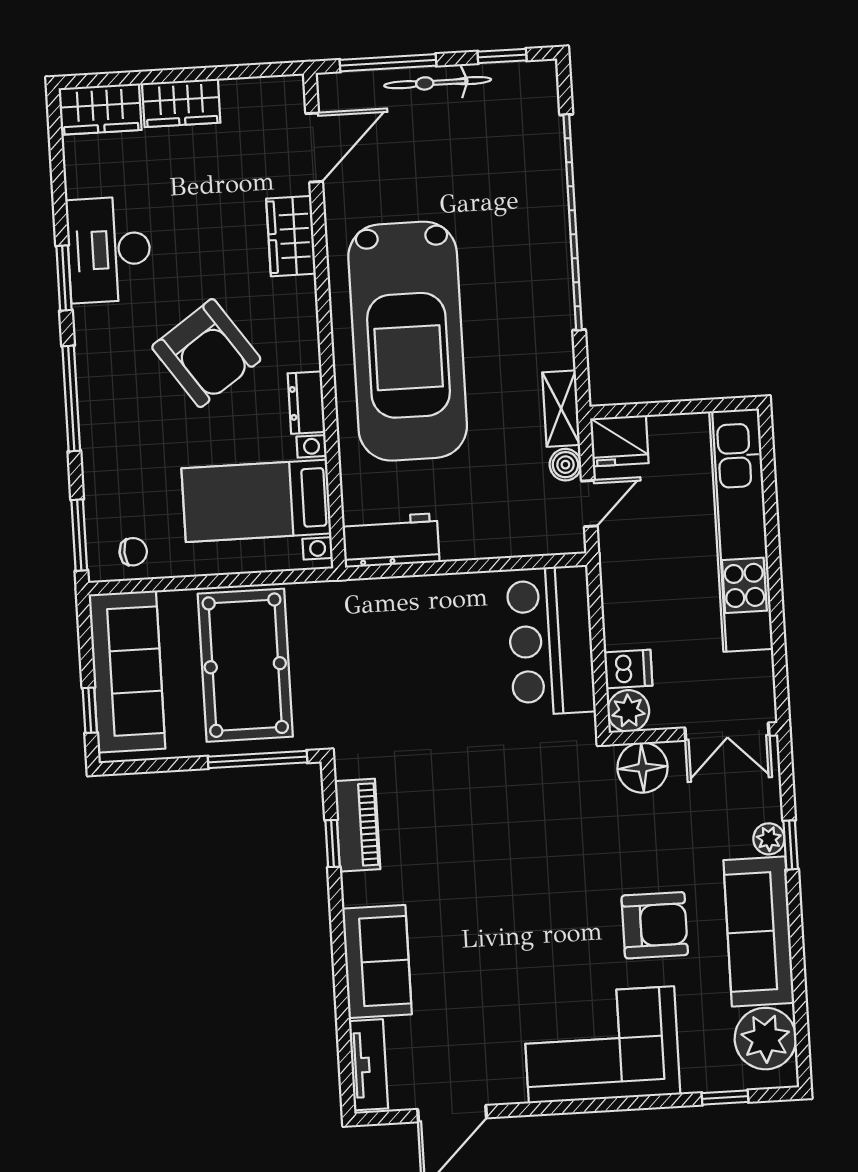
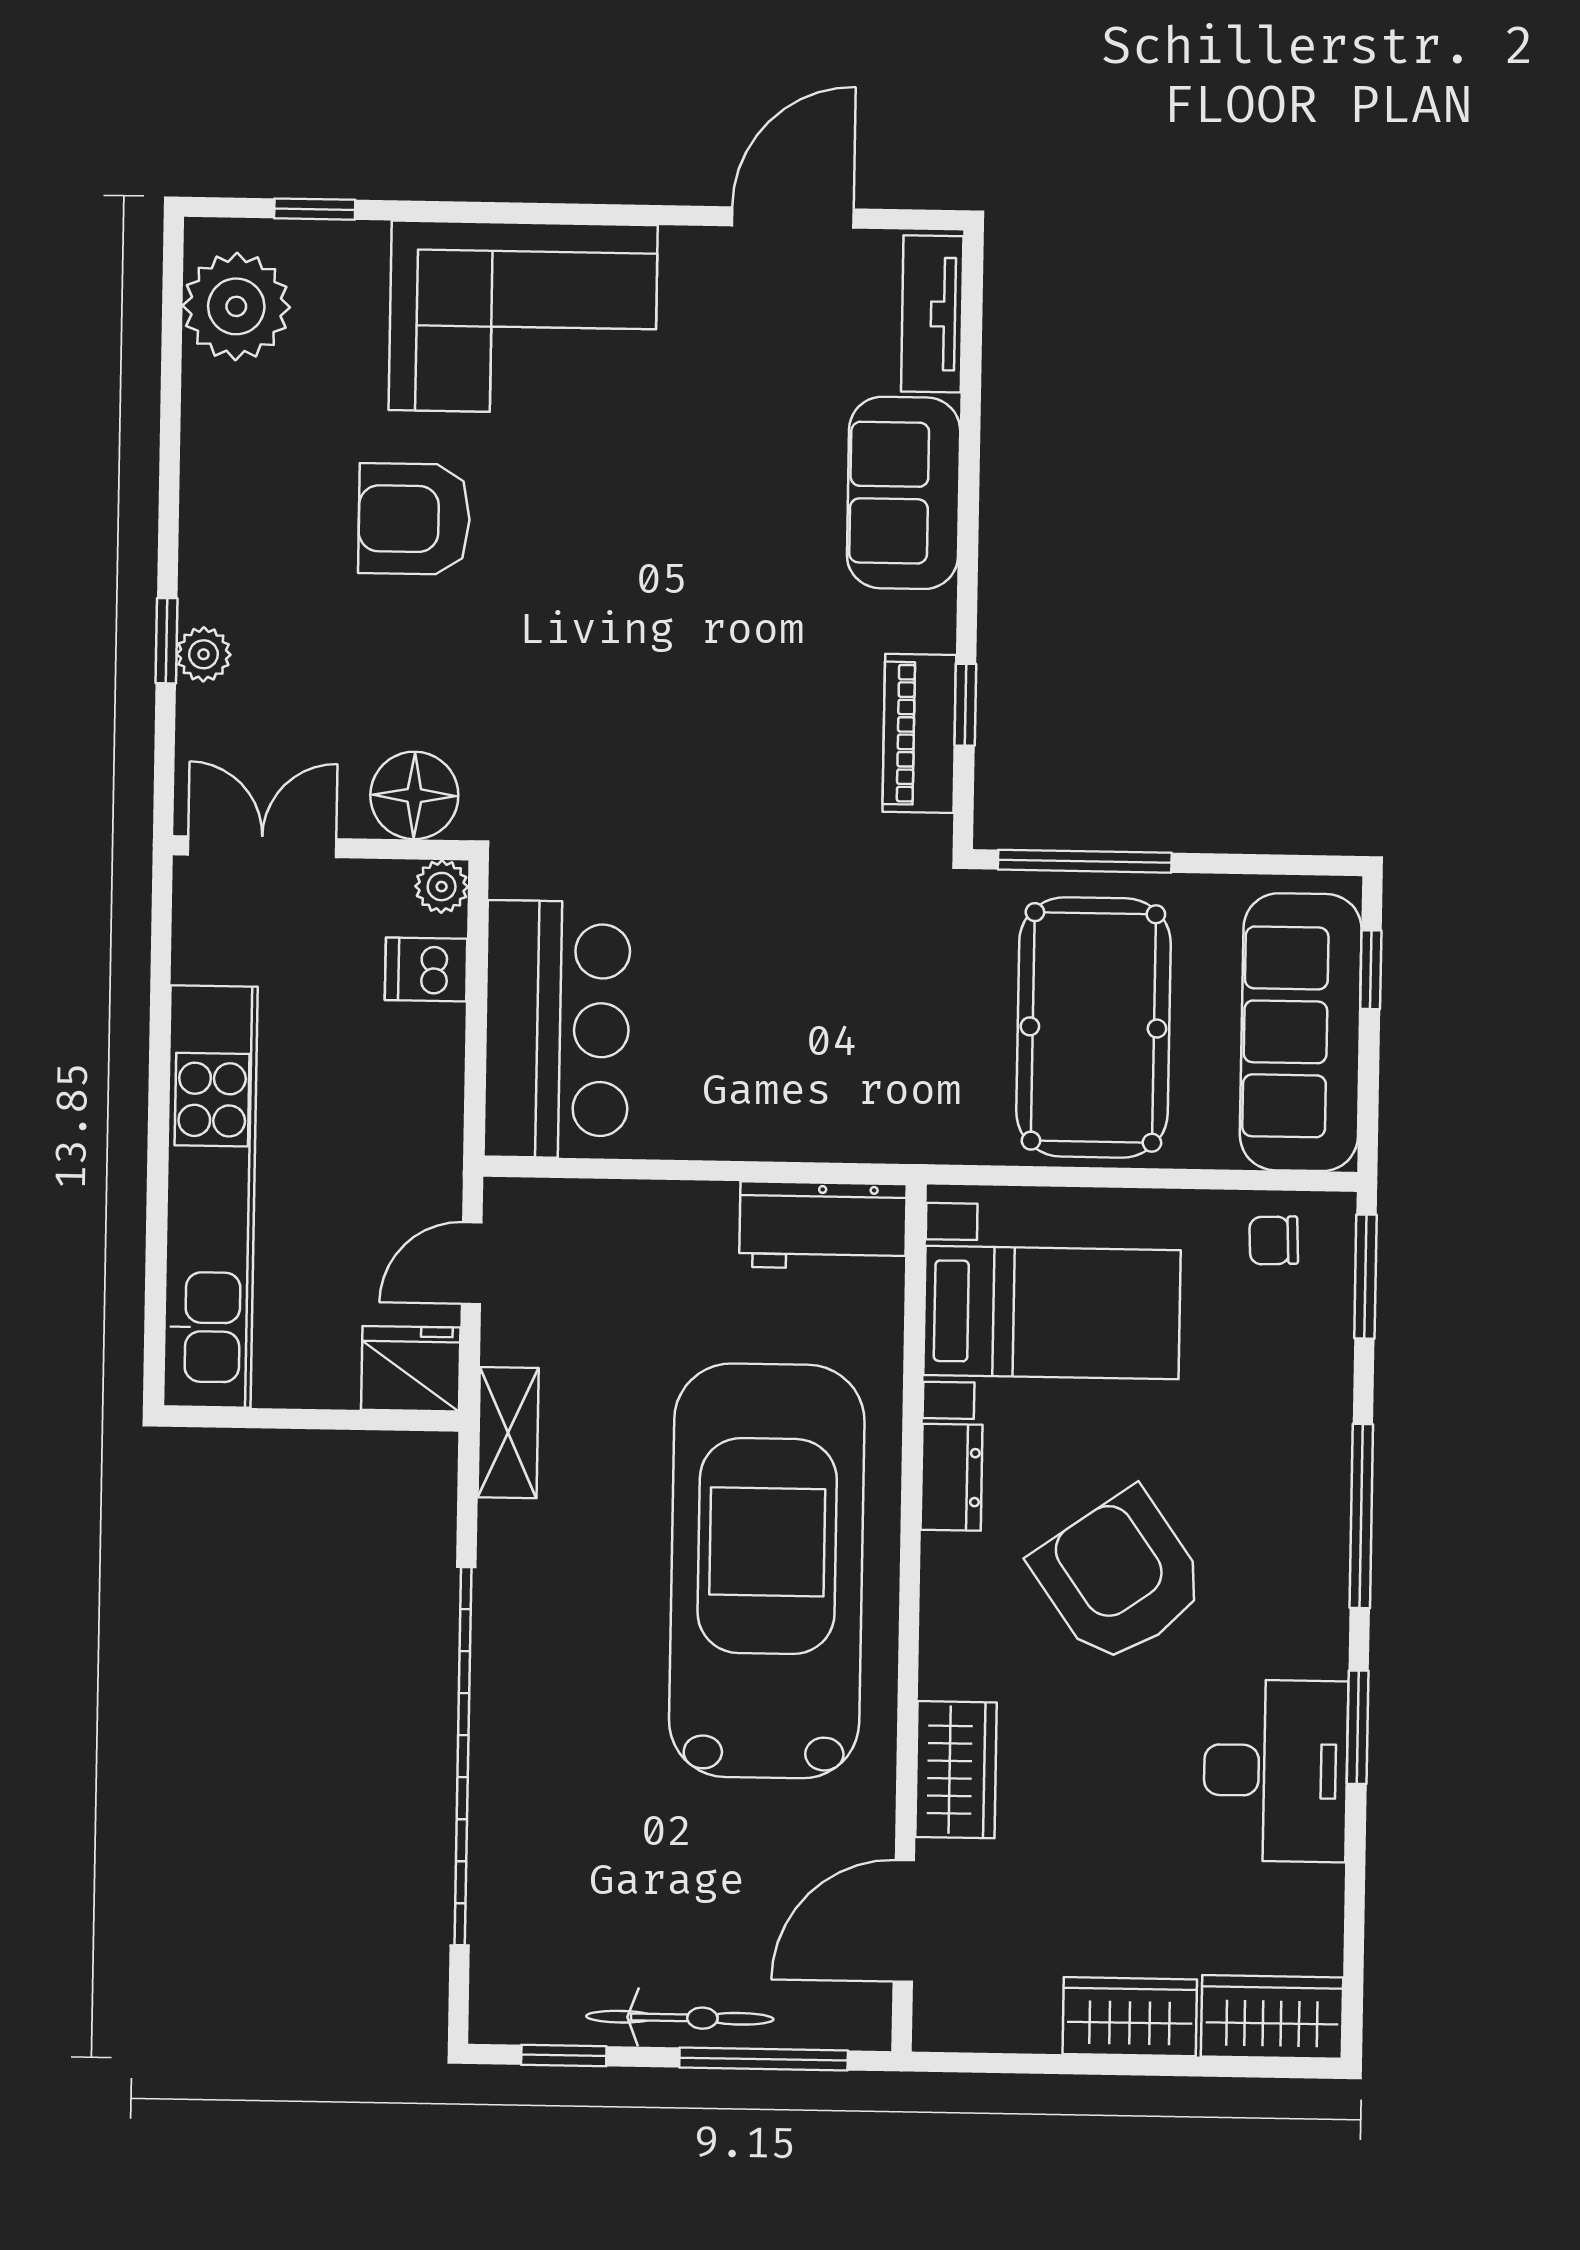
boiler: (565, 465) -> (508, 1334), removed
plant: (628, 711) -> (442, 887), width x0.73, depth x0.73
sofa: (759, 932) -> (234, 494), removed

